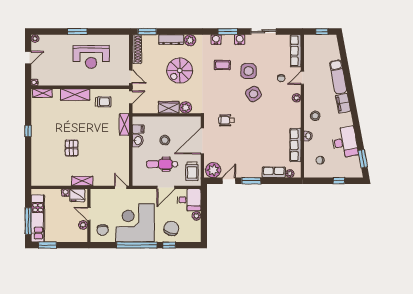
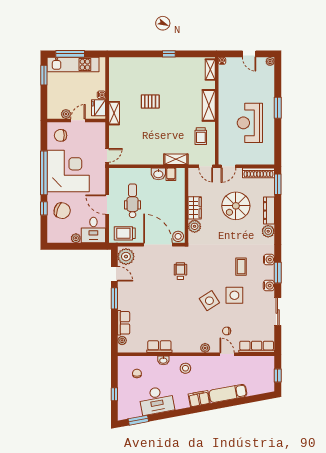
spiral stairs: (180, 71) -> (236, 206), moved, turned -90
stool: (165, 140) -> (178, 236), moved
row of seats: (295, 145) -> (159, 347), width x0.68

